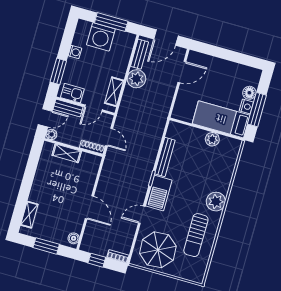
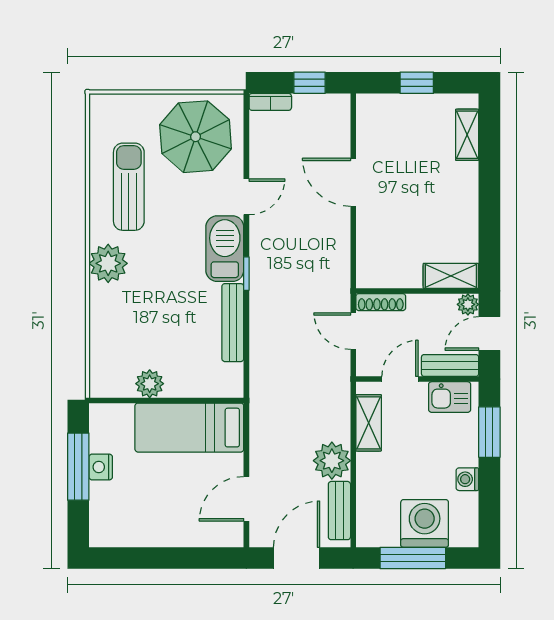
floor lamp: (249, 93) -> (102, 495), removed
bed: (221, 119) -> (189, 428), moved, turned 180
shelving: (67, 153) -> (451, 276), moved
boiler: (74, 238) -> (367, 113), removed
window: (46, 246) -> (417, 83), width x0.67

